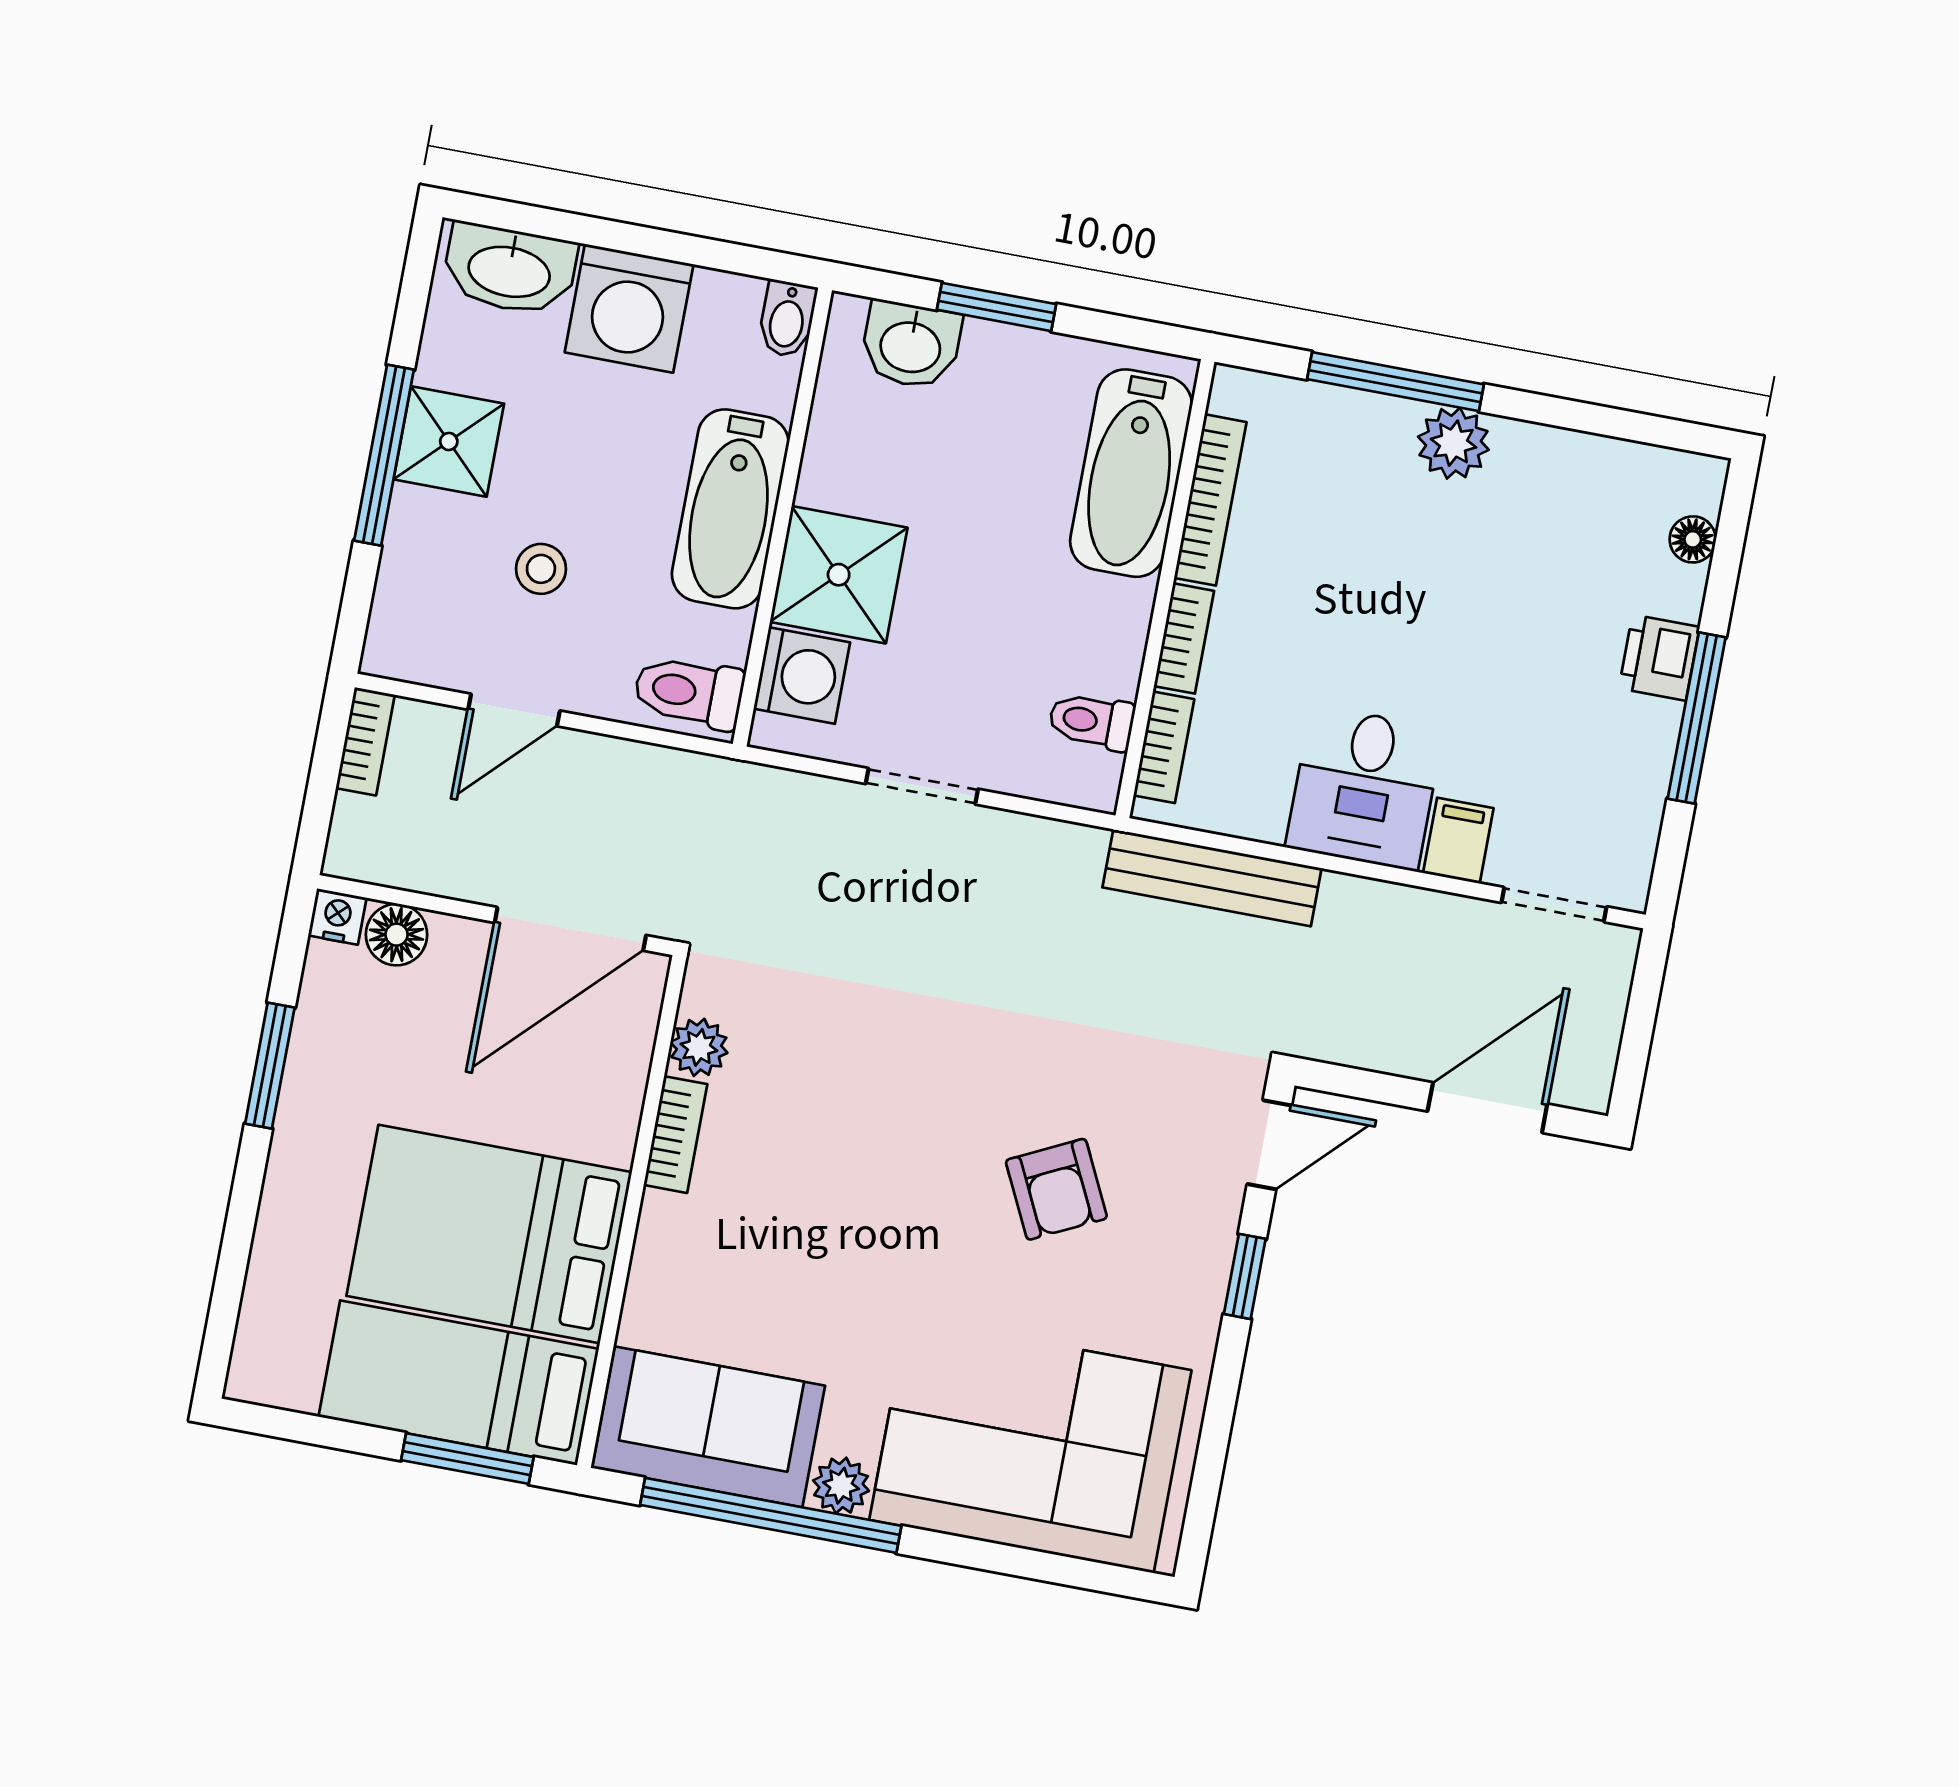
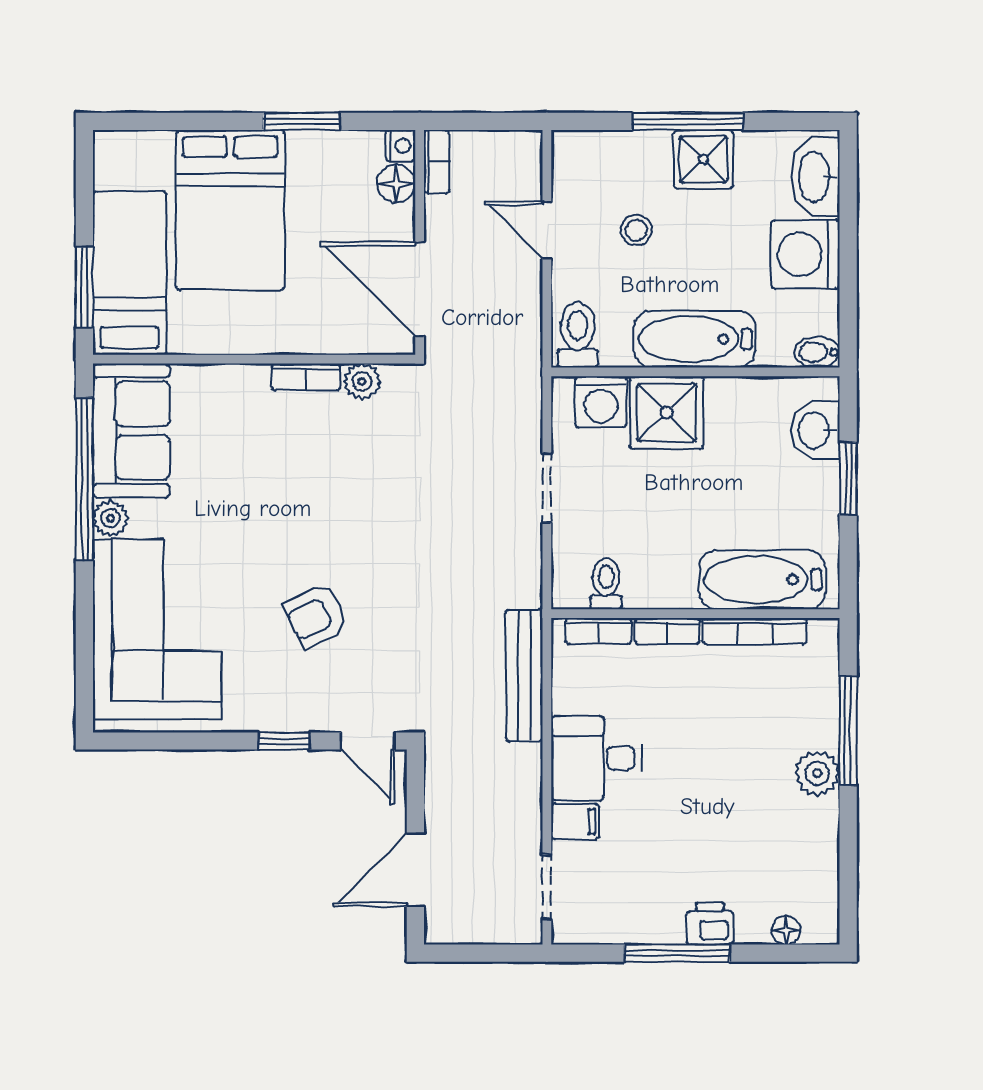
bookcase: (365, 741) -> (437, 162), moved, turned -90
door: (1487, 1108) -> (415, 870), swing flipped
bed: (489, 1234) -> (230, 210), moved, turned 180

